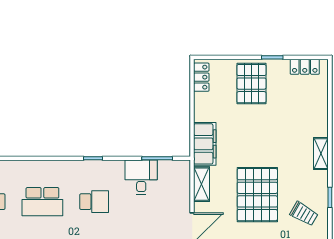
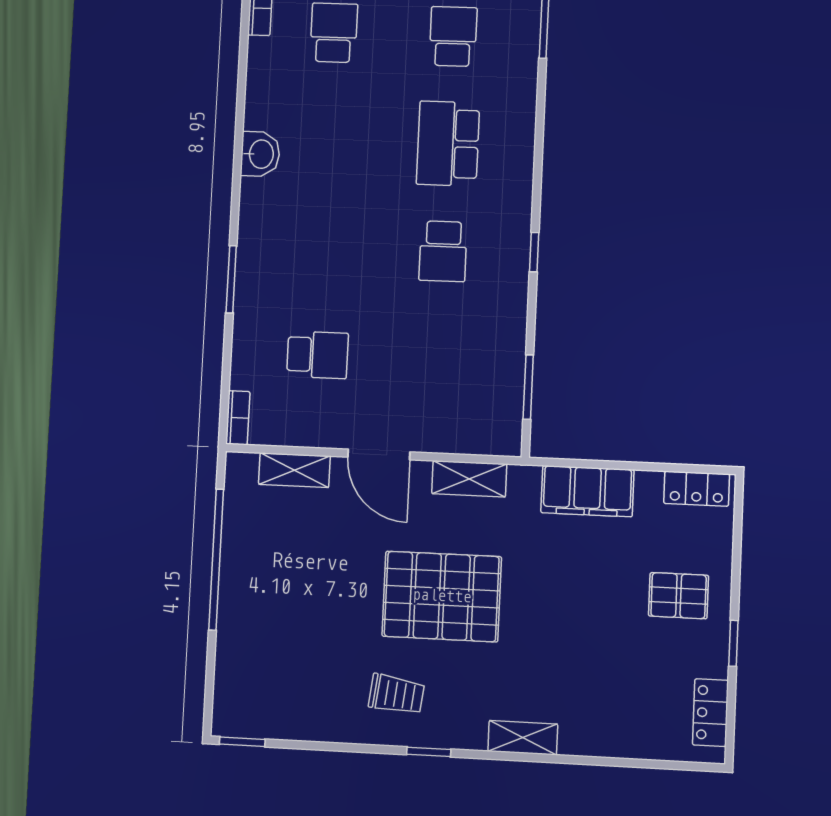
pallet: (251, 84) -> (679, 596), width x0.67, depth x0.71
filing cabinet: (205, 144) -> (587, 491), moved
desk: (141, 177) -> (490, 352), removed
trolley: (304, 214) -> (396, 694), turned -113

